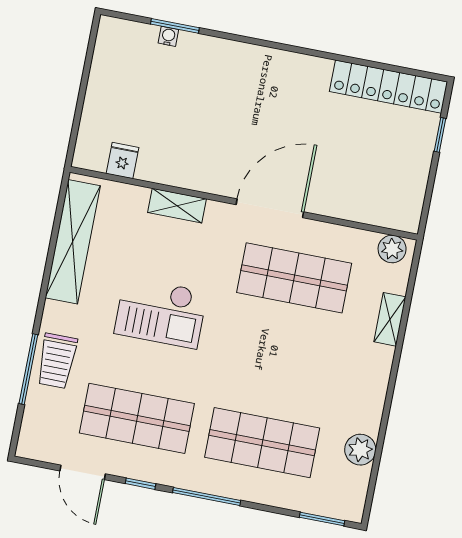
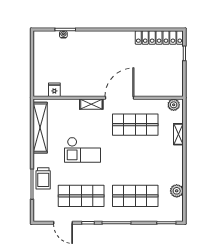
shelving: (177, 206) -> (91, 104), moved

